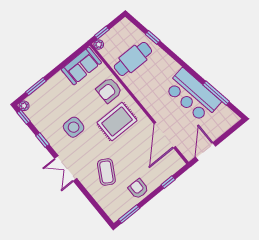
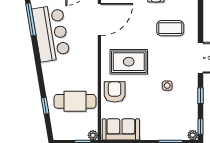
armchair: (109, 90) -> (115, 92), turned -90
side table: (74, 127) -> (167, 86), width x0.54, depth x0.54
coffee table: (106, 172) -> (170, 28), turned 60

